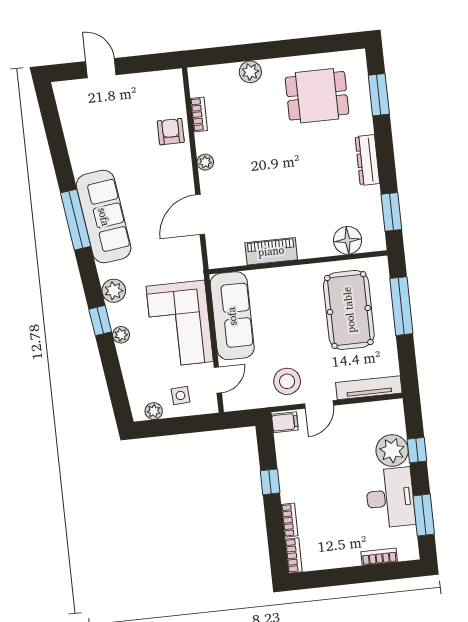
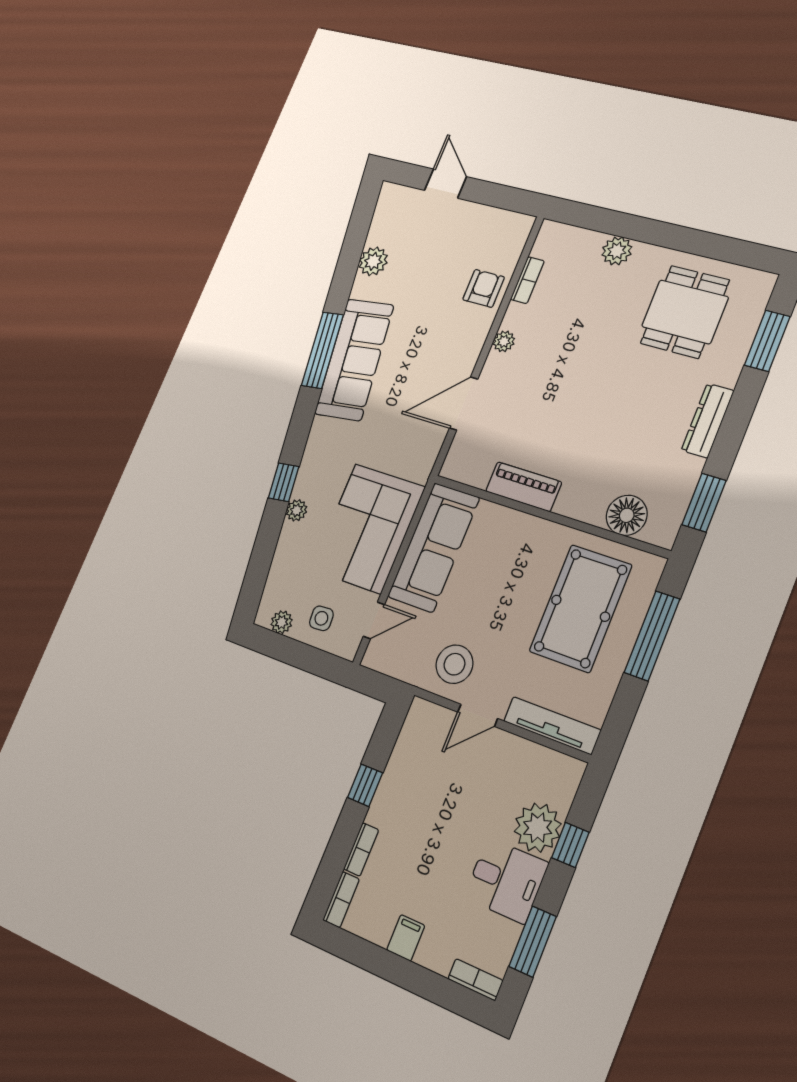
dining table: (317, 96) -> (685, 312), turned 90
plant: (114, 291) -> (373, 261), moved
filing cabinet: (285, 422) -> (406, 938), moved, turned -90
desk: (390, 498) -> (506, 880), width x0.73
bookcase: (379, 557) -> (475, 980), moved

